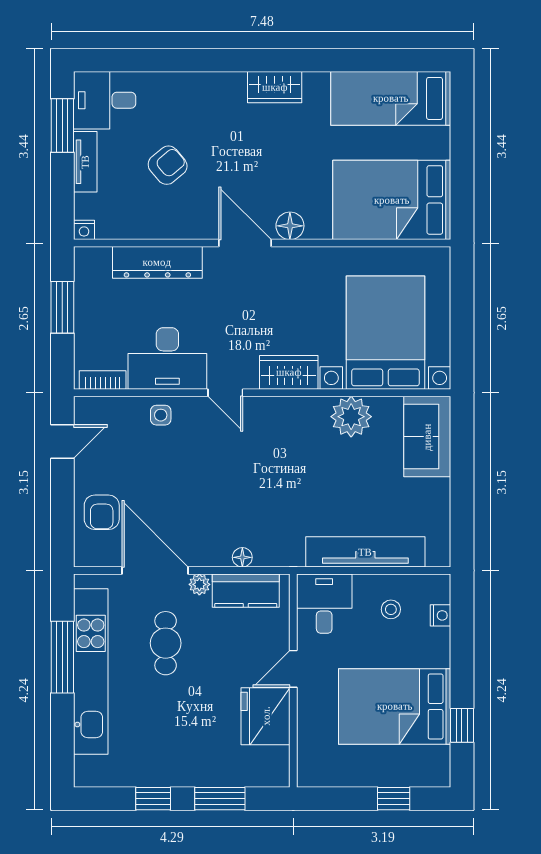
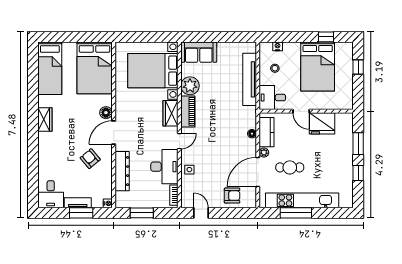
window: (62, 125) -> (81, 213), moved
armchair: (168, 165) -> (90, 159), moved
piano: (293, 412) -> (188, 111), added

